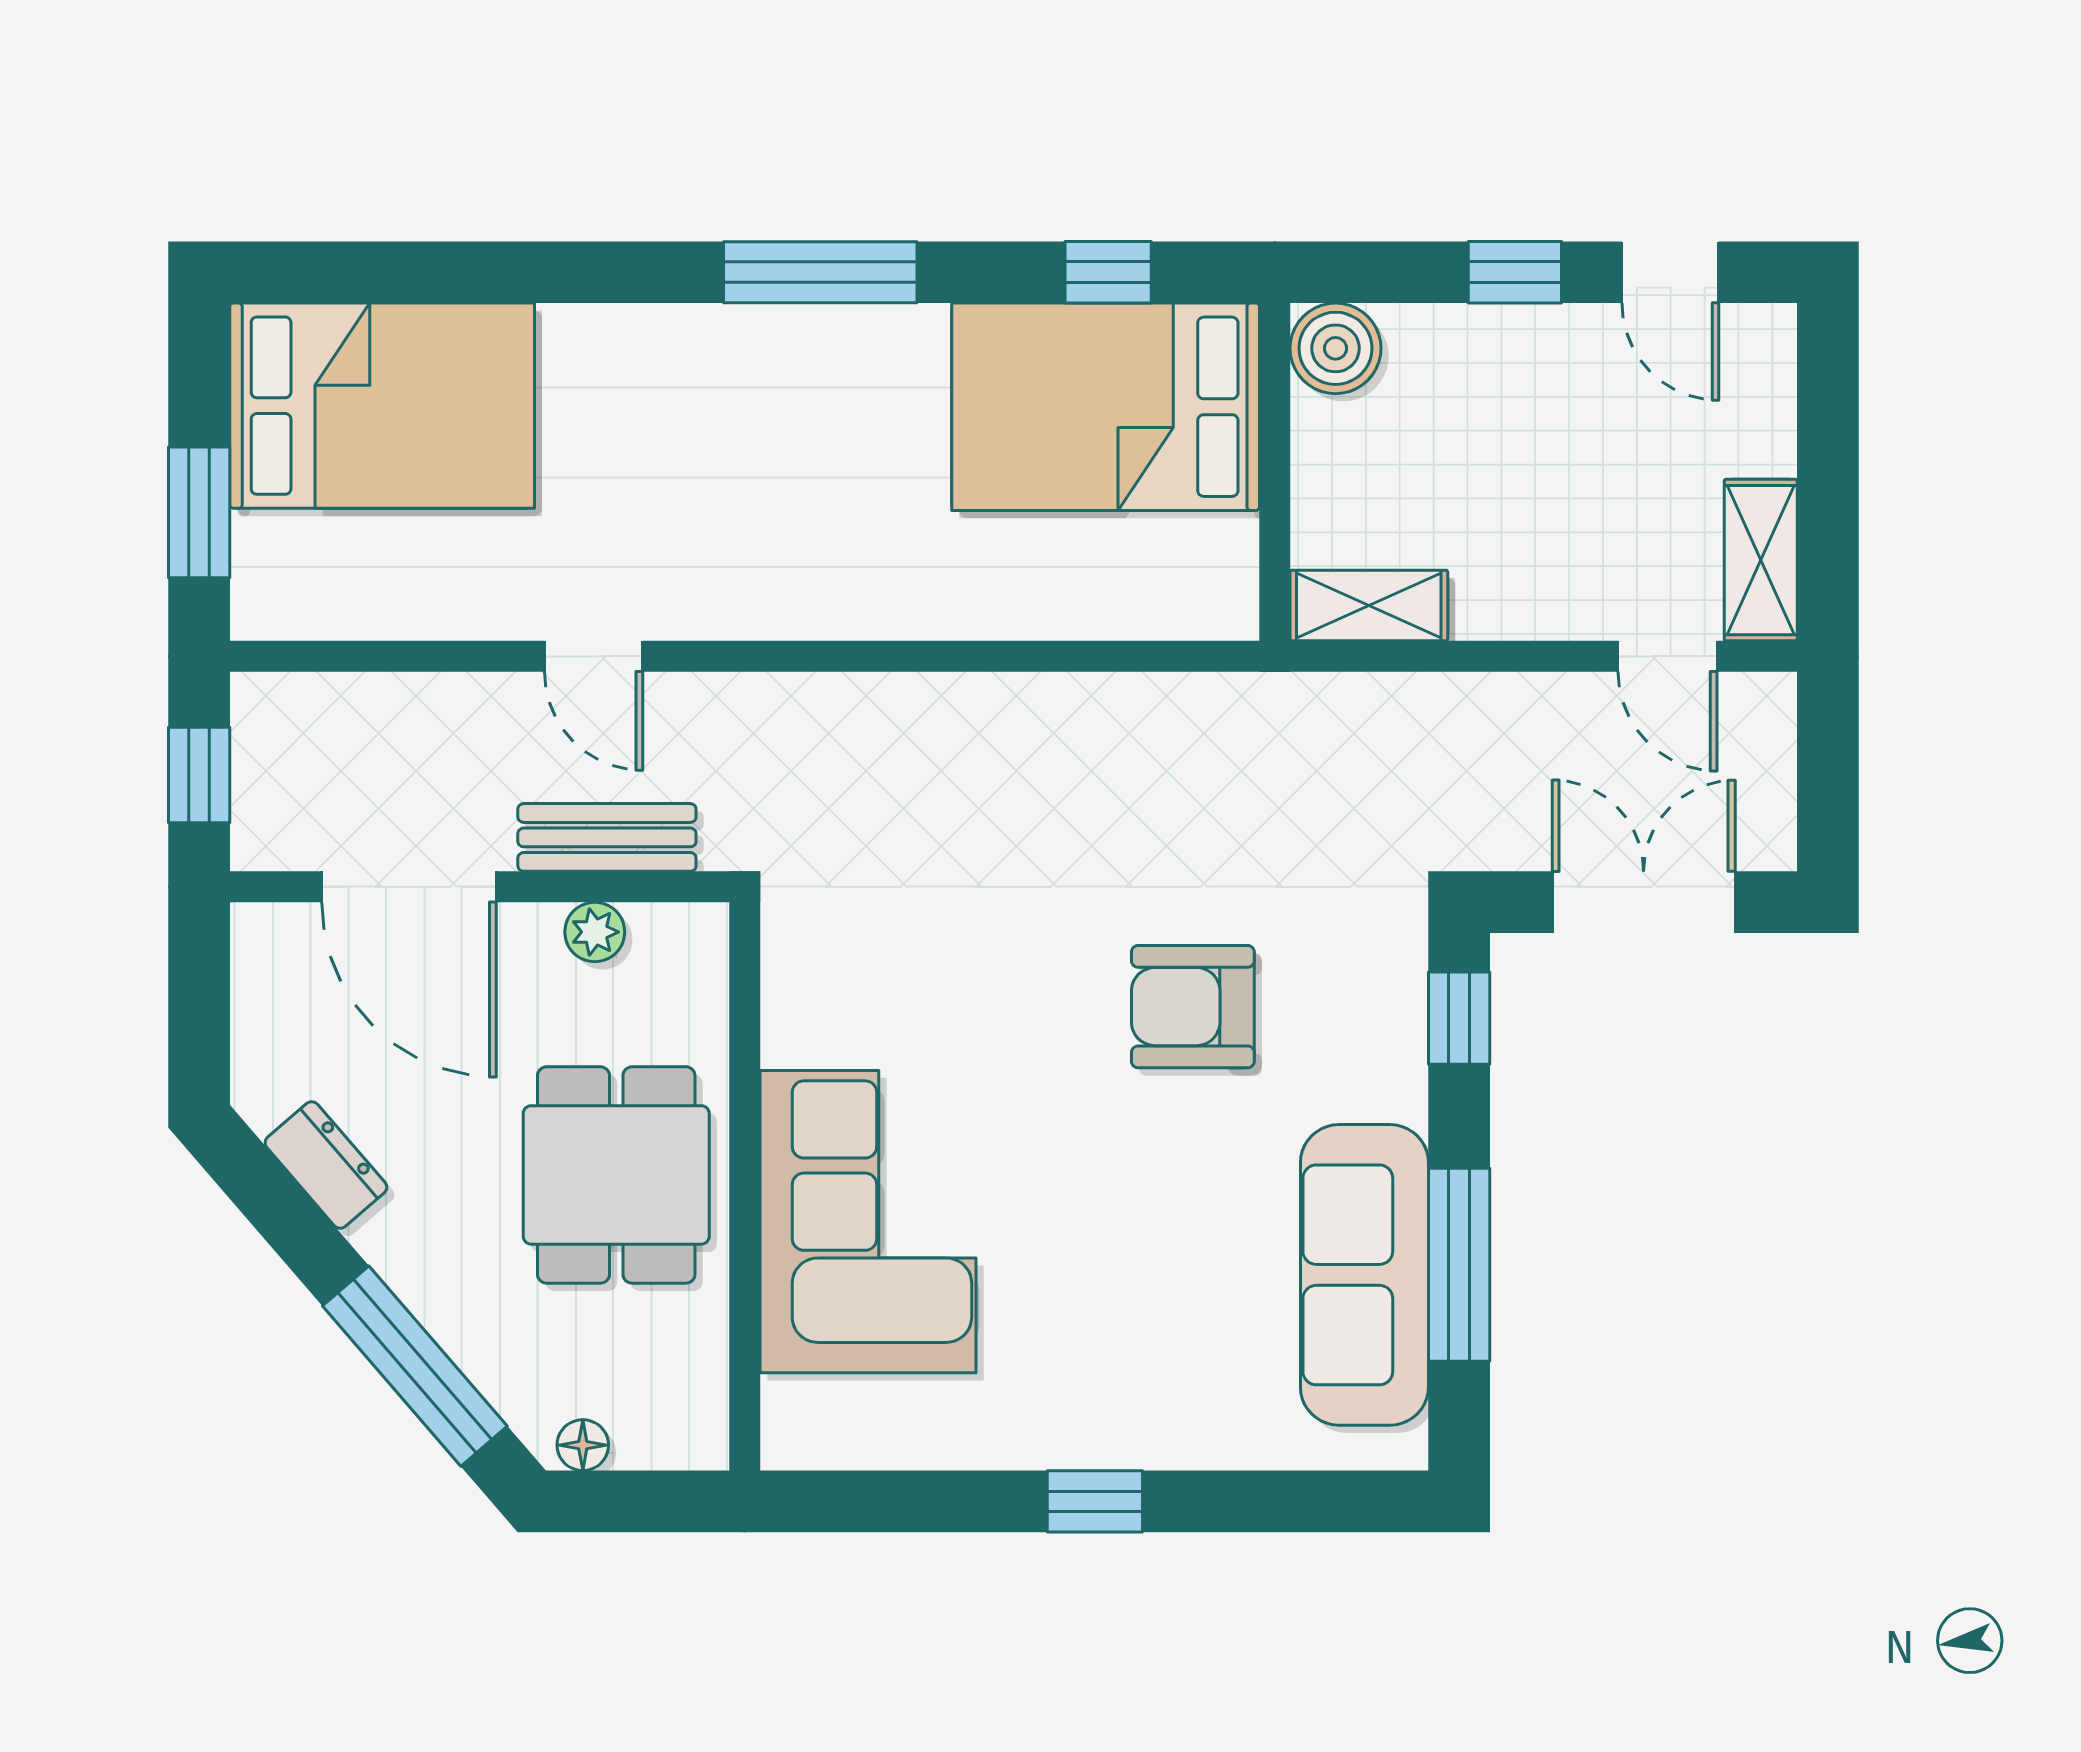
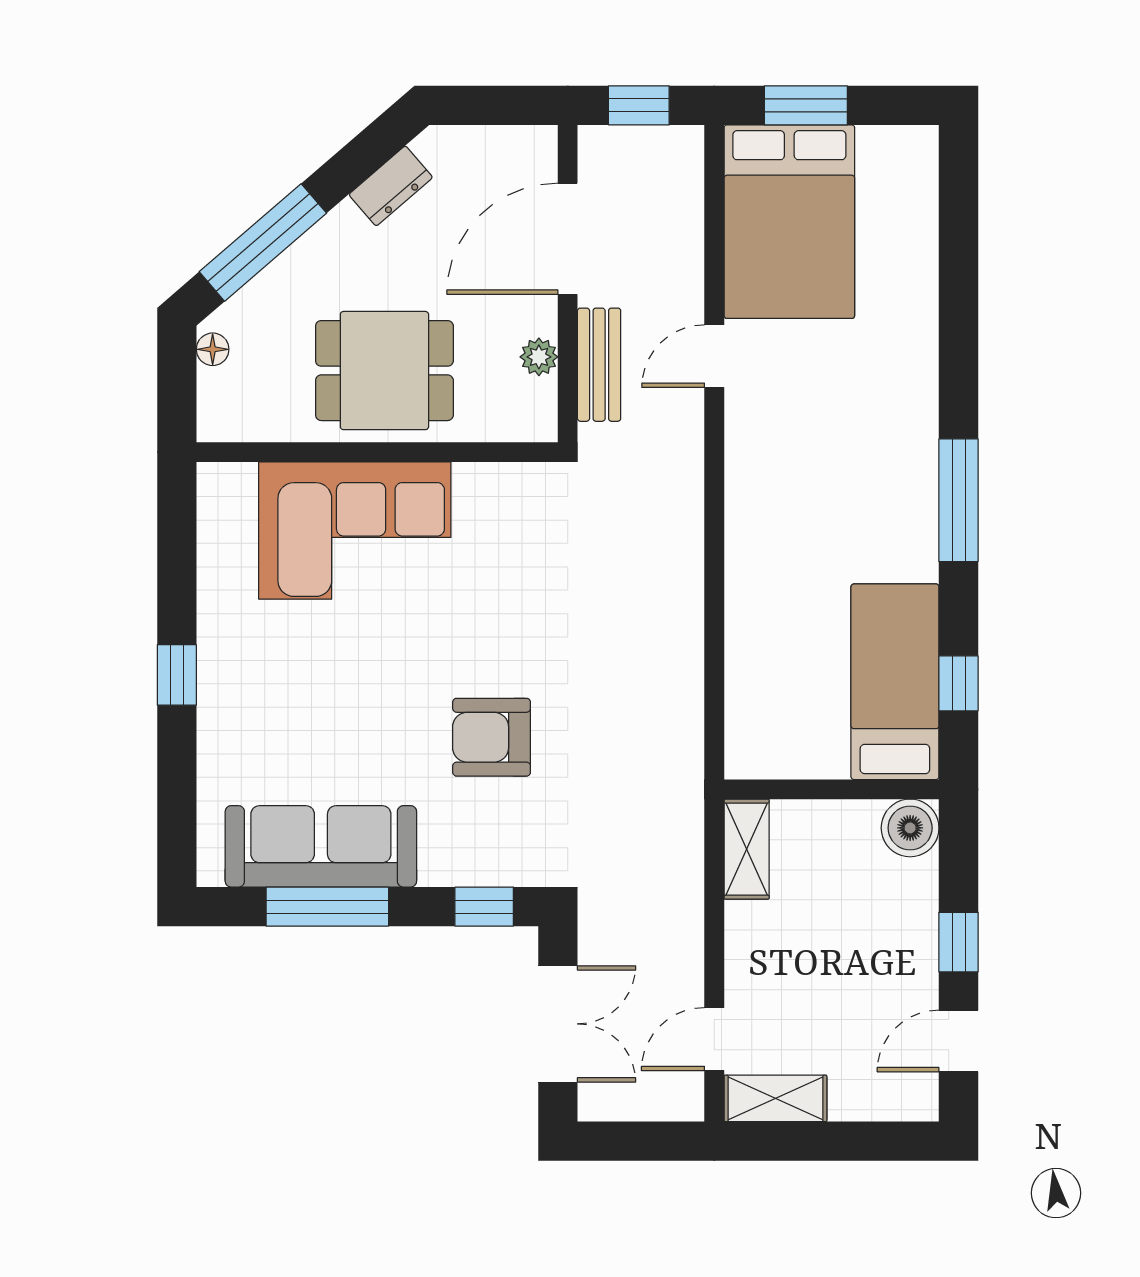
bed: (382, 406) -> (789, 222), moved
bed: (1106, 407) -> (895, 682), width x0.67
armchair: (1193, 1007) -> (492, 737), turned -90

